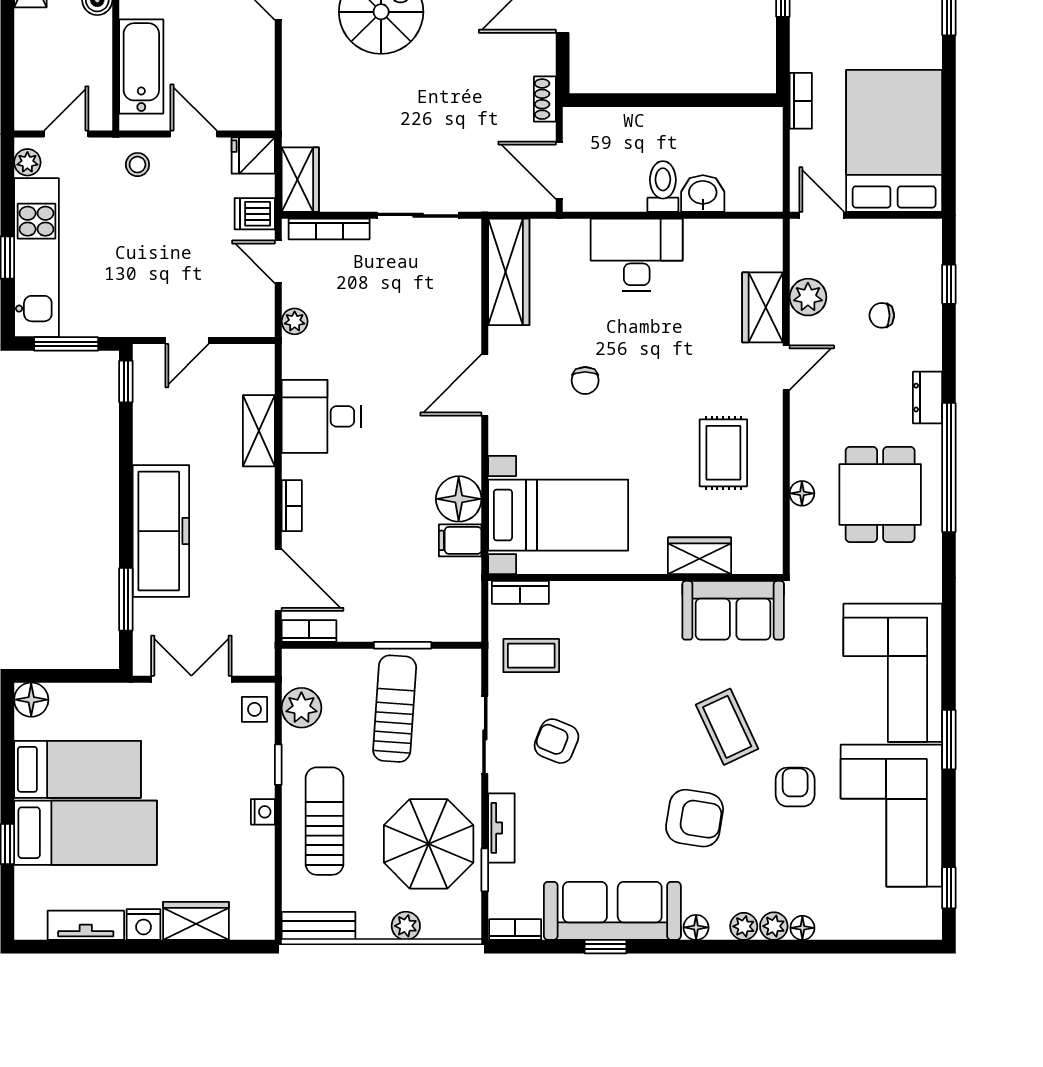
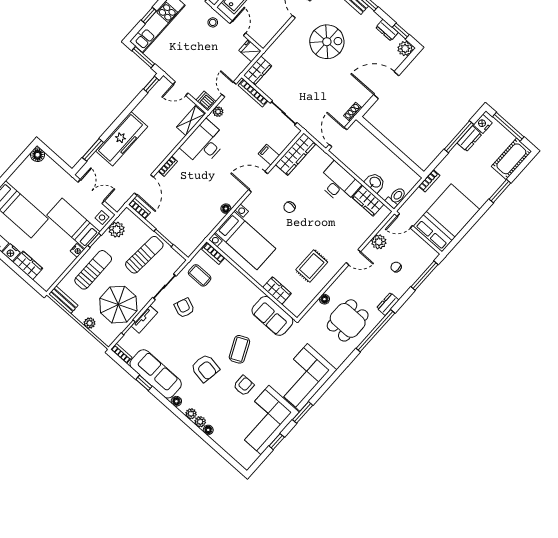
toilet: (663, 186) -> (396, 197), moved
dishwasher: (255, 214) -> (206, 101), moved
door: (822, 215) -> (405, 221), swing flipped
window: (949, 284) -> (425, 276), width x2.17
wardrobe: (763, 307) -> (368, 201), moved, turned -90
desk: (321, 416) -> (204, 143), width x1.37
shelving: (259, 431) -> (191, 121), moved
floor lamp: (459, 499) -> (226, 209), width x0.53, depth x0.53
filing cabinet: (460, 540) -> (269, 155), moved
bed: (78, 769) -> (73, 224), moved, turned 180
window: (949, 888) -> (277, 442), moved

